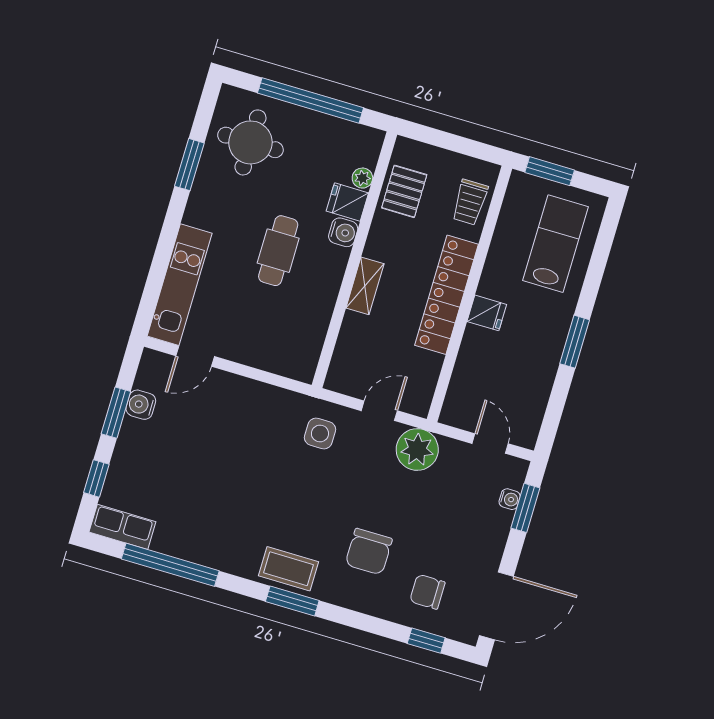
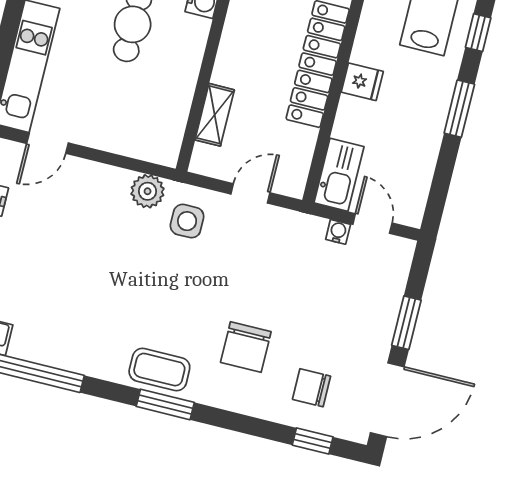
window: (595, 273) -> (478, 33), added
shelving: (365, 286) -> (215, 115), moved
kitchen sink: (461, 397) -> (339, 175), added
plant: (417, 450) -> (148, 191), moved, width x0.73, depth x0.73
water cooler: (510, 499) -> (338, 232), moved, turned -90
window: (525, 508) -> (406, 323), moved

